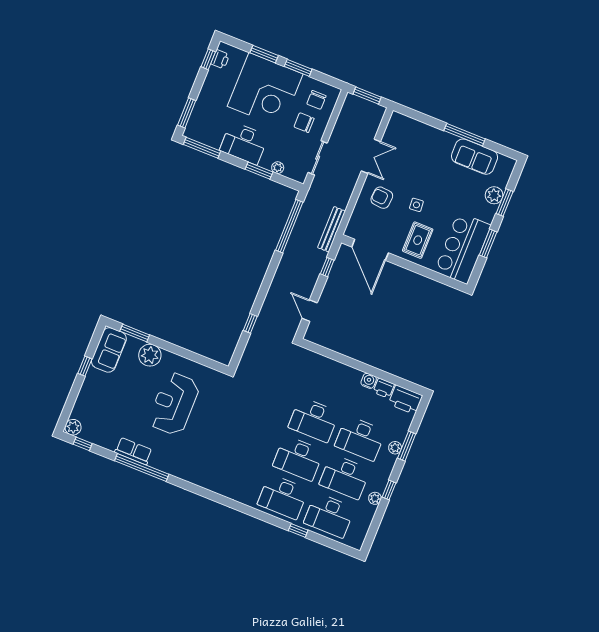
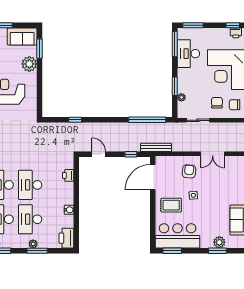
desk: (244, 143) -> (188, 54), moved
window: (488, 243) -> (172, 251), moved
door: (310, 311) -> (99, 154), hinge flipped
printer: (384, 388) -> (68, 175), moved

